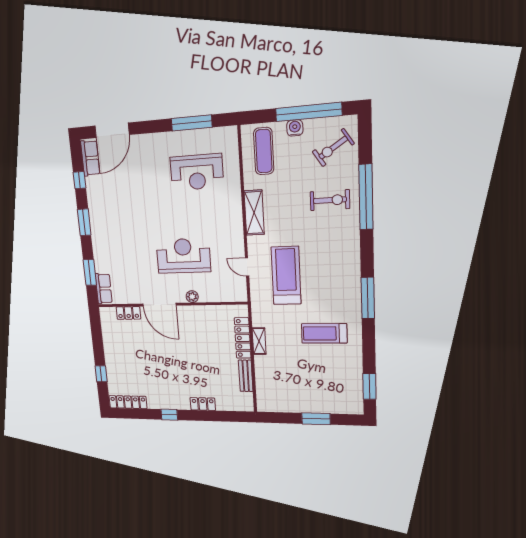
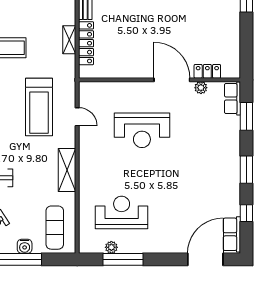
plant: (204, 135) -> (111, 247), added
plant: (192, 297) -> (201, 88), moved

